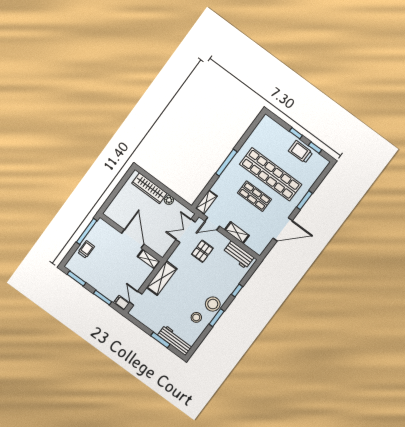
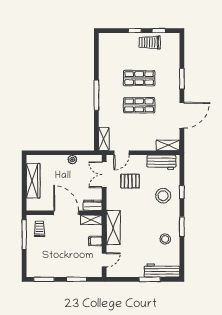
shop shelf: (271, 174) -> (139, 78), width x0.50, depth x0.74
wardrobe: (149, 188) -> (33, 181), moved, turned -90
shelving: (237, 233) -> (168, 145), moved
dresser: (158, 248) -> (93, 205), added
trolley: (86, 249) -> (40, 229), moved
pallet: (202, 251) -> (130, 181), turned 90
door: (136, 298) -> (104, 260), swing flipped
filing cabinet: (121, 303) -> (95, 241), moved
stool: (213, 304) -> (163, 196), moved

